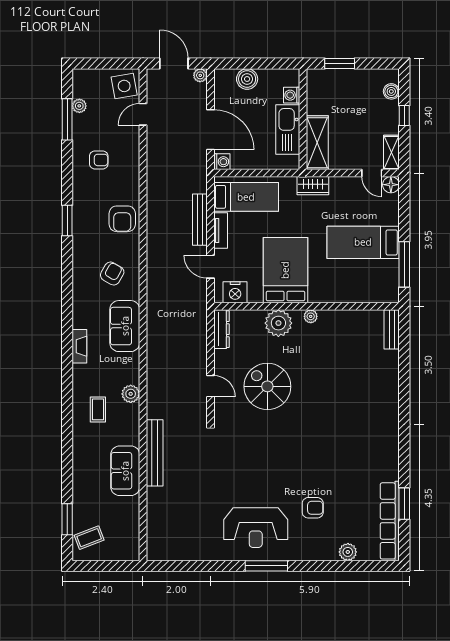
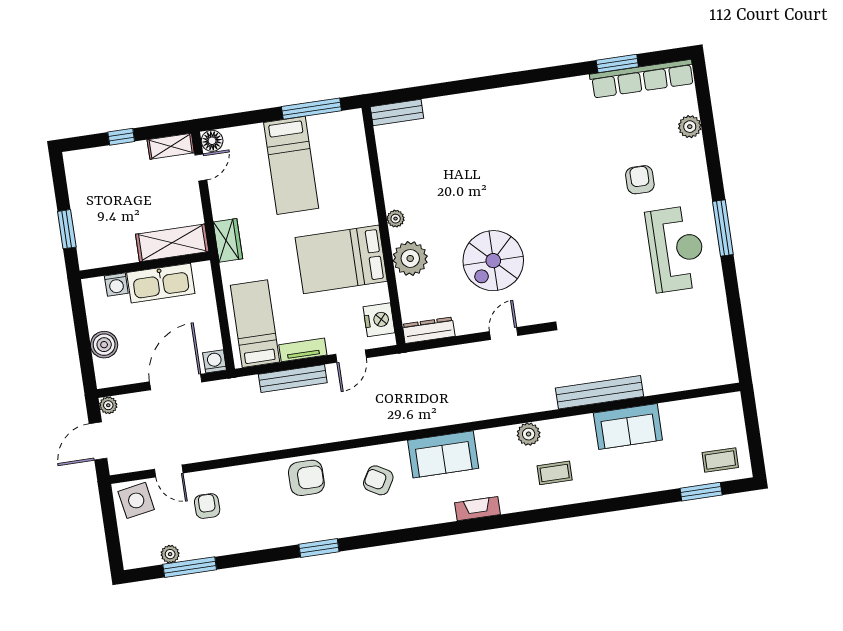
boiler: (391, 91) -> (93, 158), removed
armchair: (99, 160) -> (207, 506), moved
coffee table: (89, 538) -> (720, 460), turned -69

